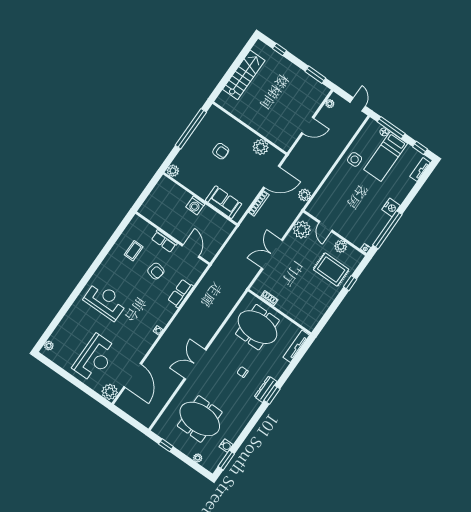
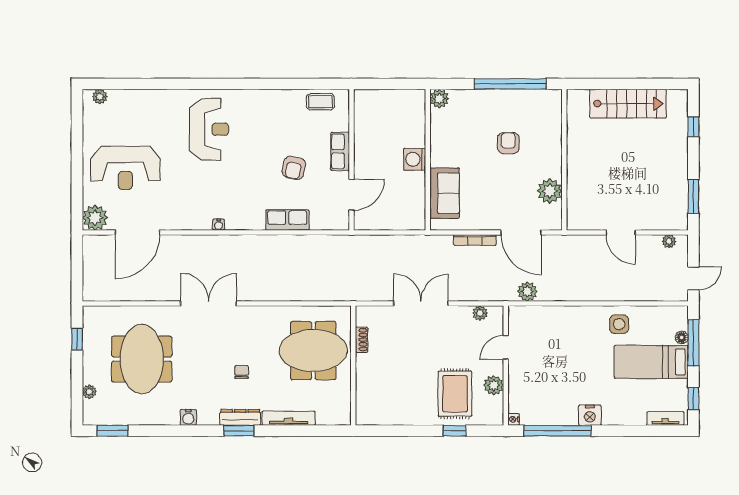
armchair: (221, 151) -> (508, 143), turned 180
plant: (302, 230) -> (480, 313), width x0.53, depth x0.53
coffee table: (134, 251) -> (320, 102), moved
meeting table: (257, 327) -> (313, 351), turned 90
tv unit: (296, 346) -> (289, 418), moved
water cooler: (226, 446) -> (188, 417), moved

